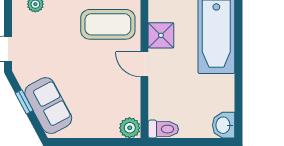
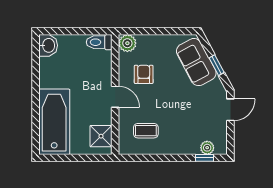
coffee table: (108, 24) -> (146, 131), width x0.54, depth x0.58
shower: (161, 35) -> (101, 136), moved
armchair: (110, 91) -> (144, 74), added

